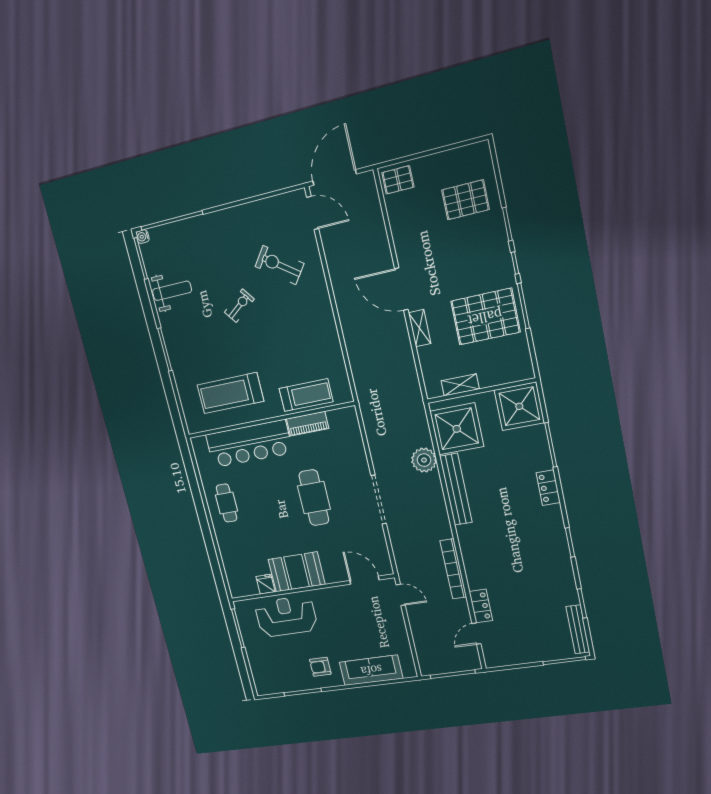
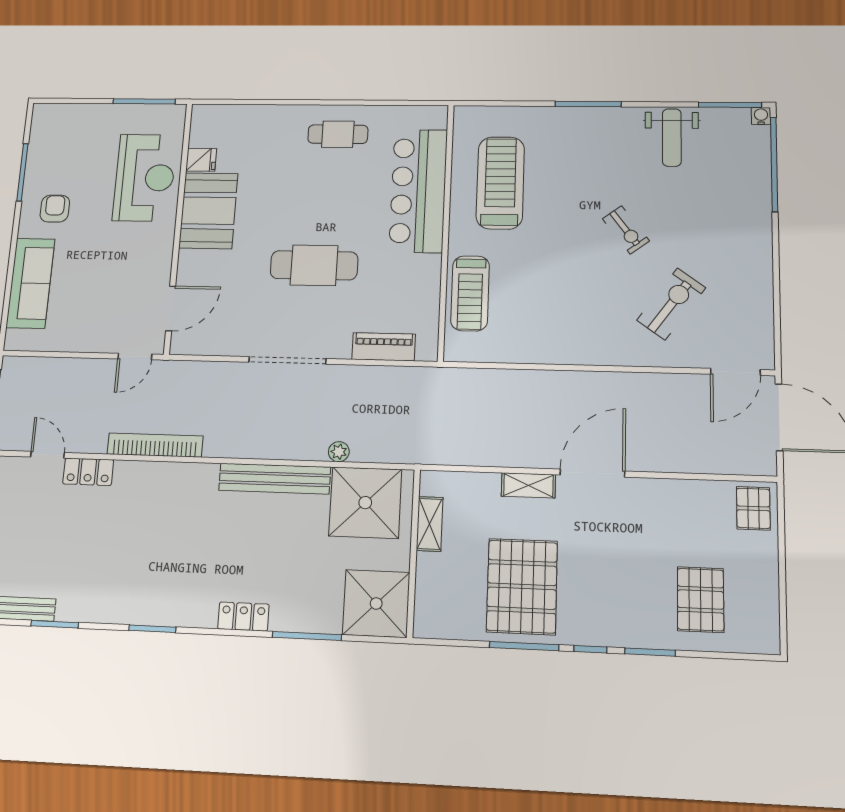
piano: (307, 424) -> (384, 347), moved, turned 90
plant: (424, 460) -> (339, 452), width x0.53, depth x0.53

